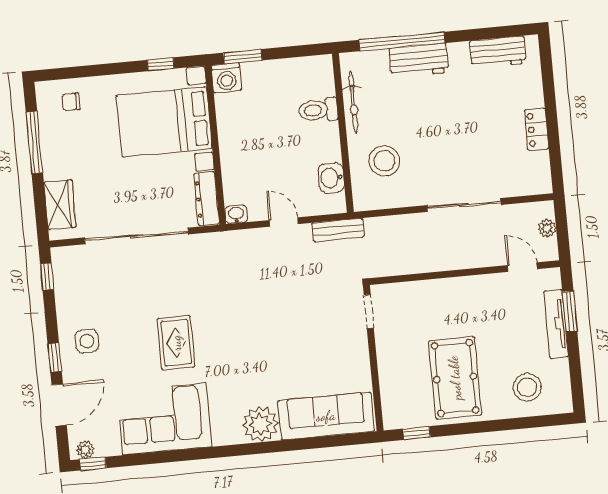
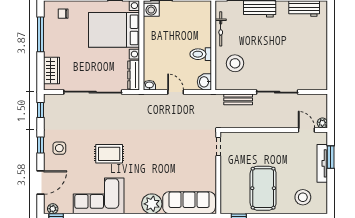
toilet: (318, 110) -> (201, 54), moved
locker: (536, 129) -> (322, 54), removed
washbasin: (331, 178) -> (204, 82), moved
plant: (547, 228) -> (322, 123), moved
bench: (338, 230) -> (238, 99), moved
rug: (176, 343) -> (109, 154), turned 90
window: (55, 358) -> (40, 145), moved

